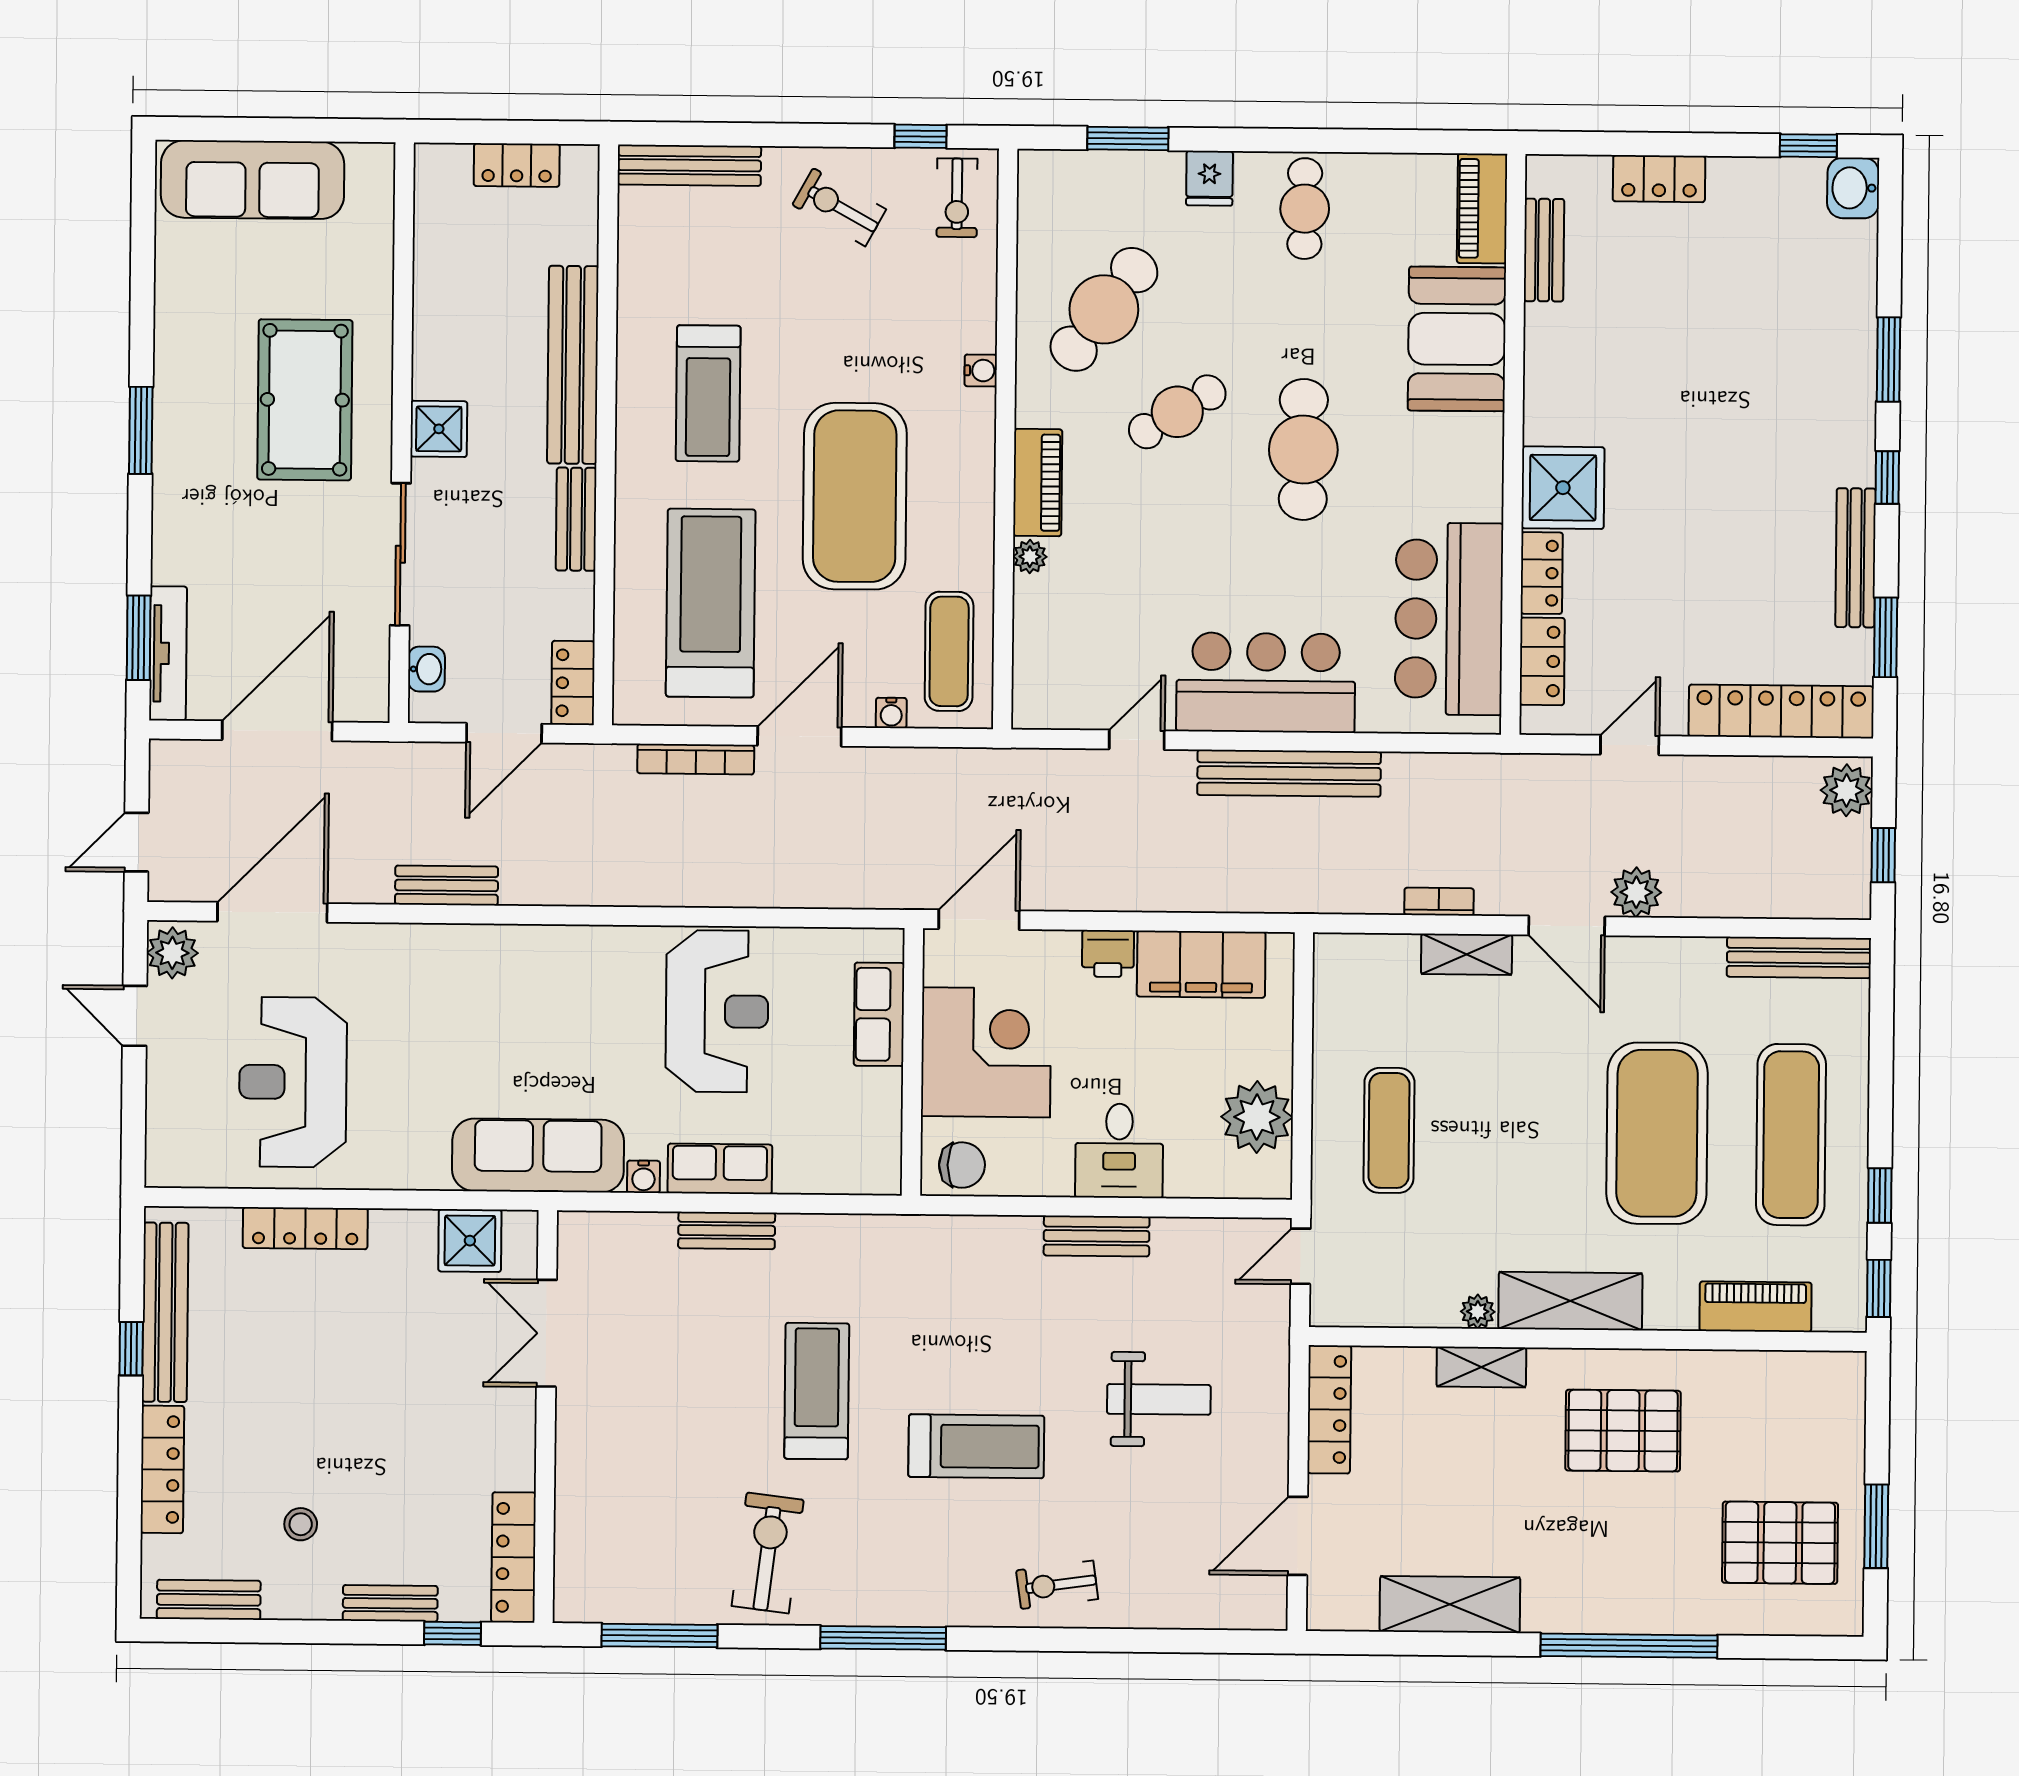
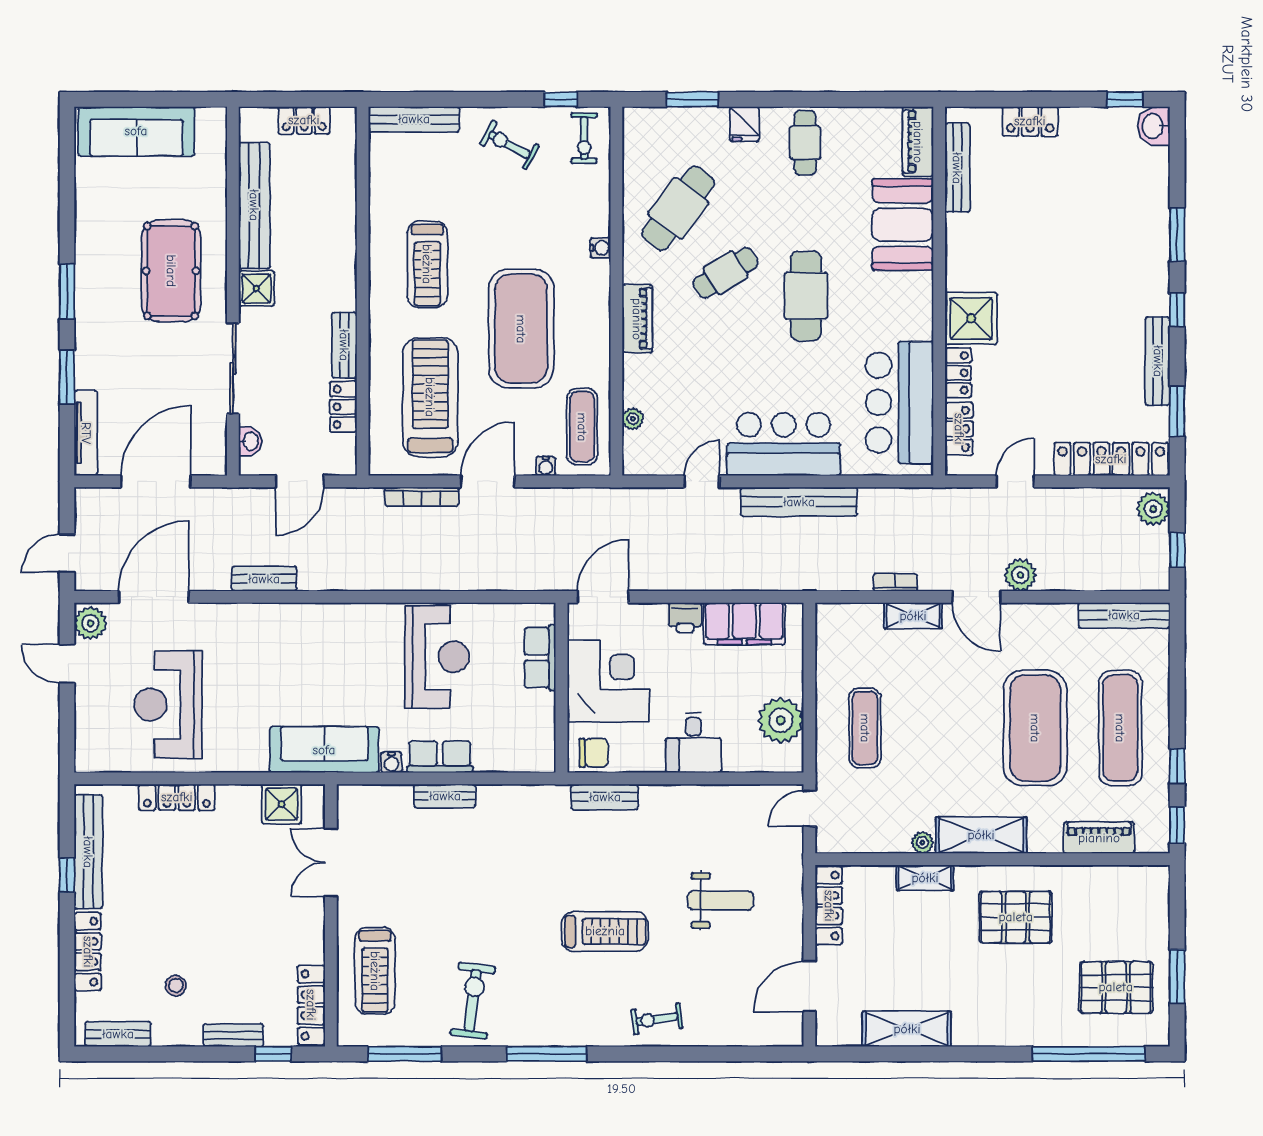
bench: (1544, 250) -> (957, 168), width x1.36
bench: (573, 365) -> (254, 205), moved
plant: (1030, 557) -> (633, 419), moved
window: (139, 638) -> (67, 377), moved
locker: (573, 683) -> (343, 407), moved
bench: (1097, 1236) -> (605, 797), moved
treadmill: (817, 1391) -> (375, 971), moved, turned 180
window: (1629, 1646) -> (1089, 1054), moved

